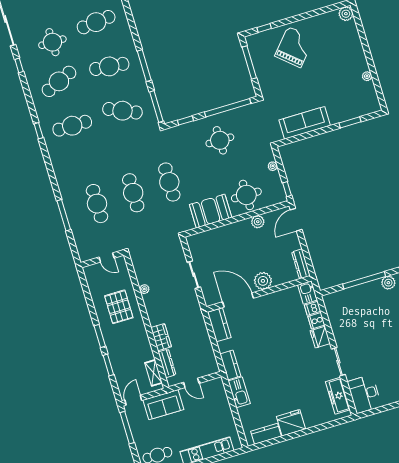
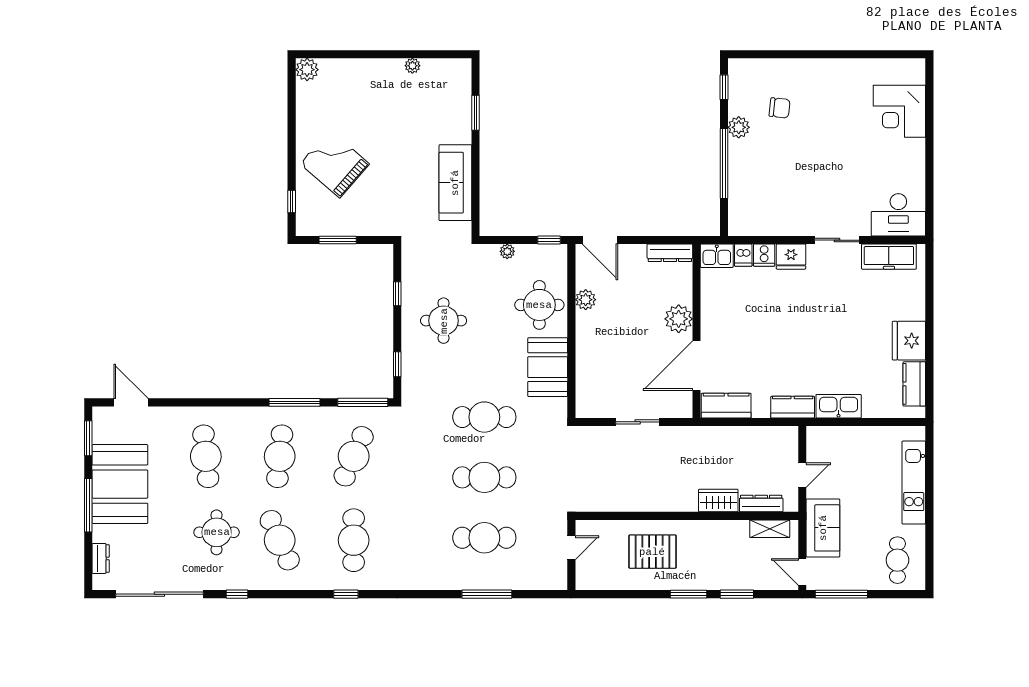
window: (249, 62) -> (338, 240), width x0.69
window: (228, 108) -> (397, 294), width x0.32
plant: (144, 289) -> (637, 504), removed

